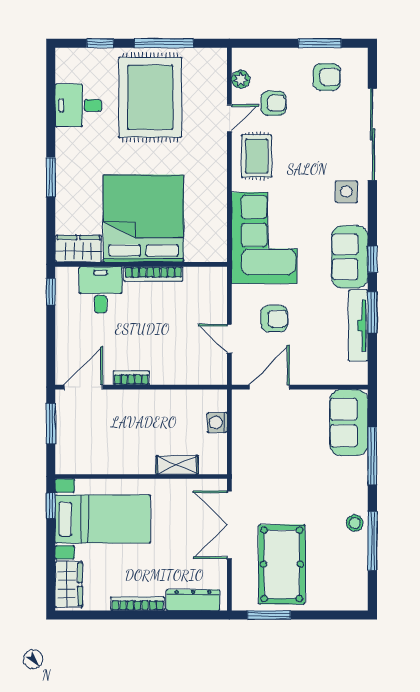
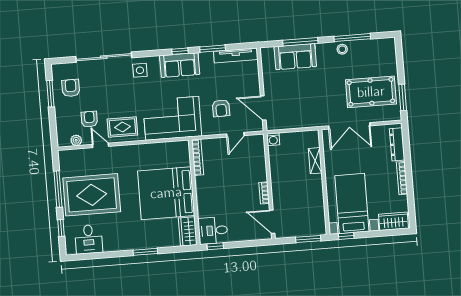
desk: (78, 105) -> (89, 239), moved
bookcase: (153, 274) -> (198, 157), moved
desk: (101, 290) -> (213, 231), moved
armchair: (274, 319) -> (221, 108), turned 180
tv unit: (358, 326) -> (236, 55), moved
washing machine: (217, 423) -> (273, 139), moved
sofa: (349, 423) -> (295, 57), moved
window: (51, 424) -> (308, 239), moved

